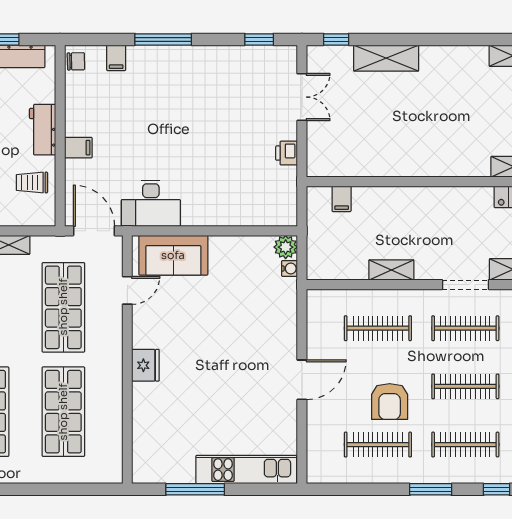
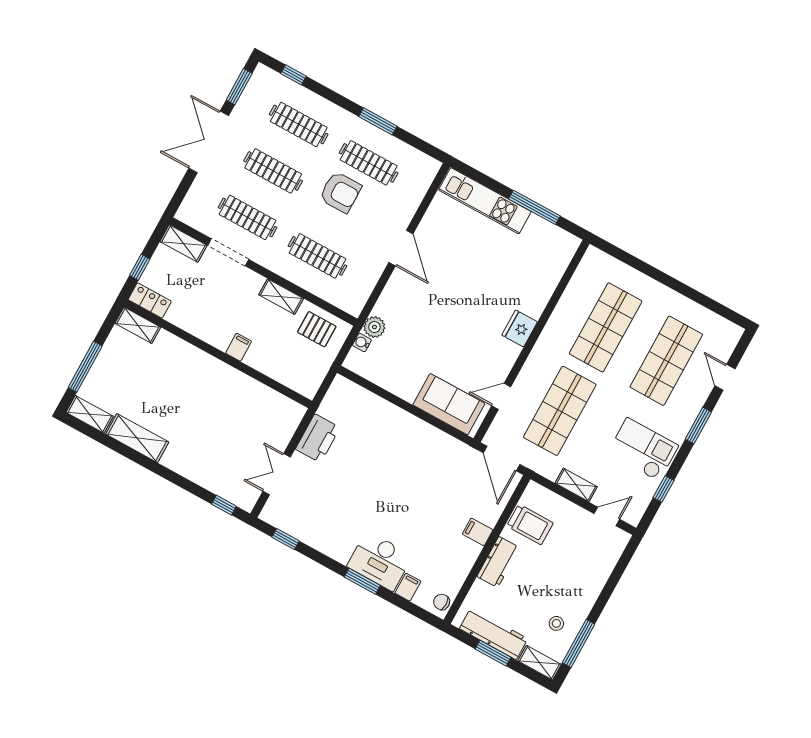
window: (163, 39) -> (362, 581), width x0.69
shelving: (386, 58) -> (137, 438), moved
printer: (287, 153) -> (318, 438), width x1.87, depth x1.48
trolley: (32, 182) -> (530, 524), width x1.36, depth x1.39
filing cabinet: (342, 199) -> (238, 347), moved
desk: (151, 203) -> (380, 561), moved, turned 180
plant: (286, 247) -> (374, 327), moved
pallet: (340, 257) -> (317, 329), added
door: (302, 380) -> (401, 248), swing flipped
armchair: (390, 402) -> (340, 192), turned 90
window: (431, 489) -> (378, 121), moved

